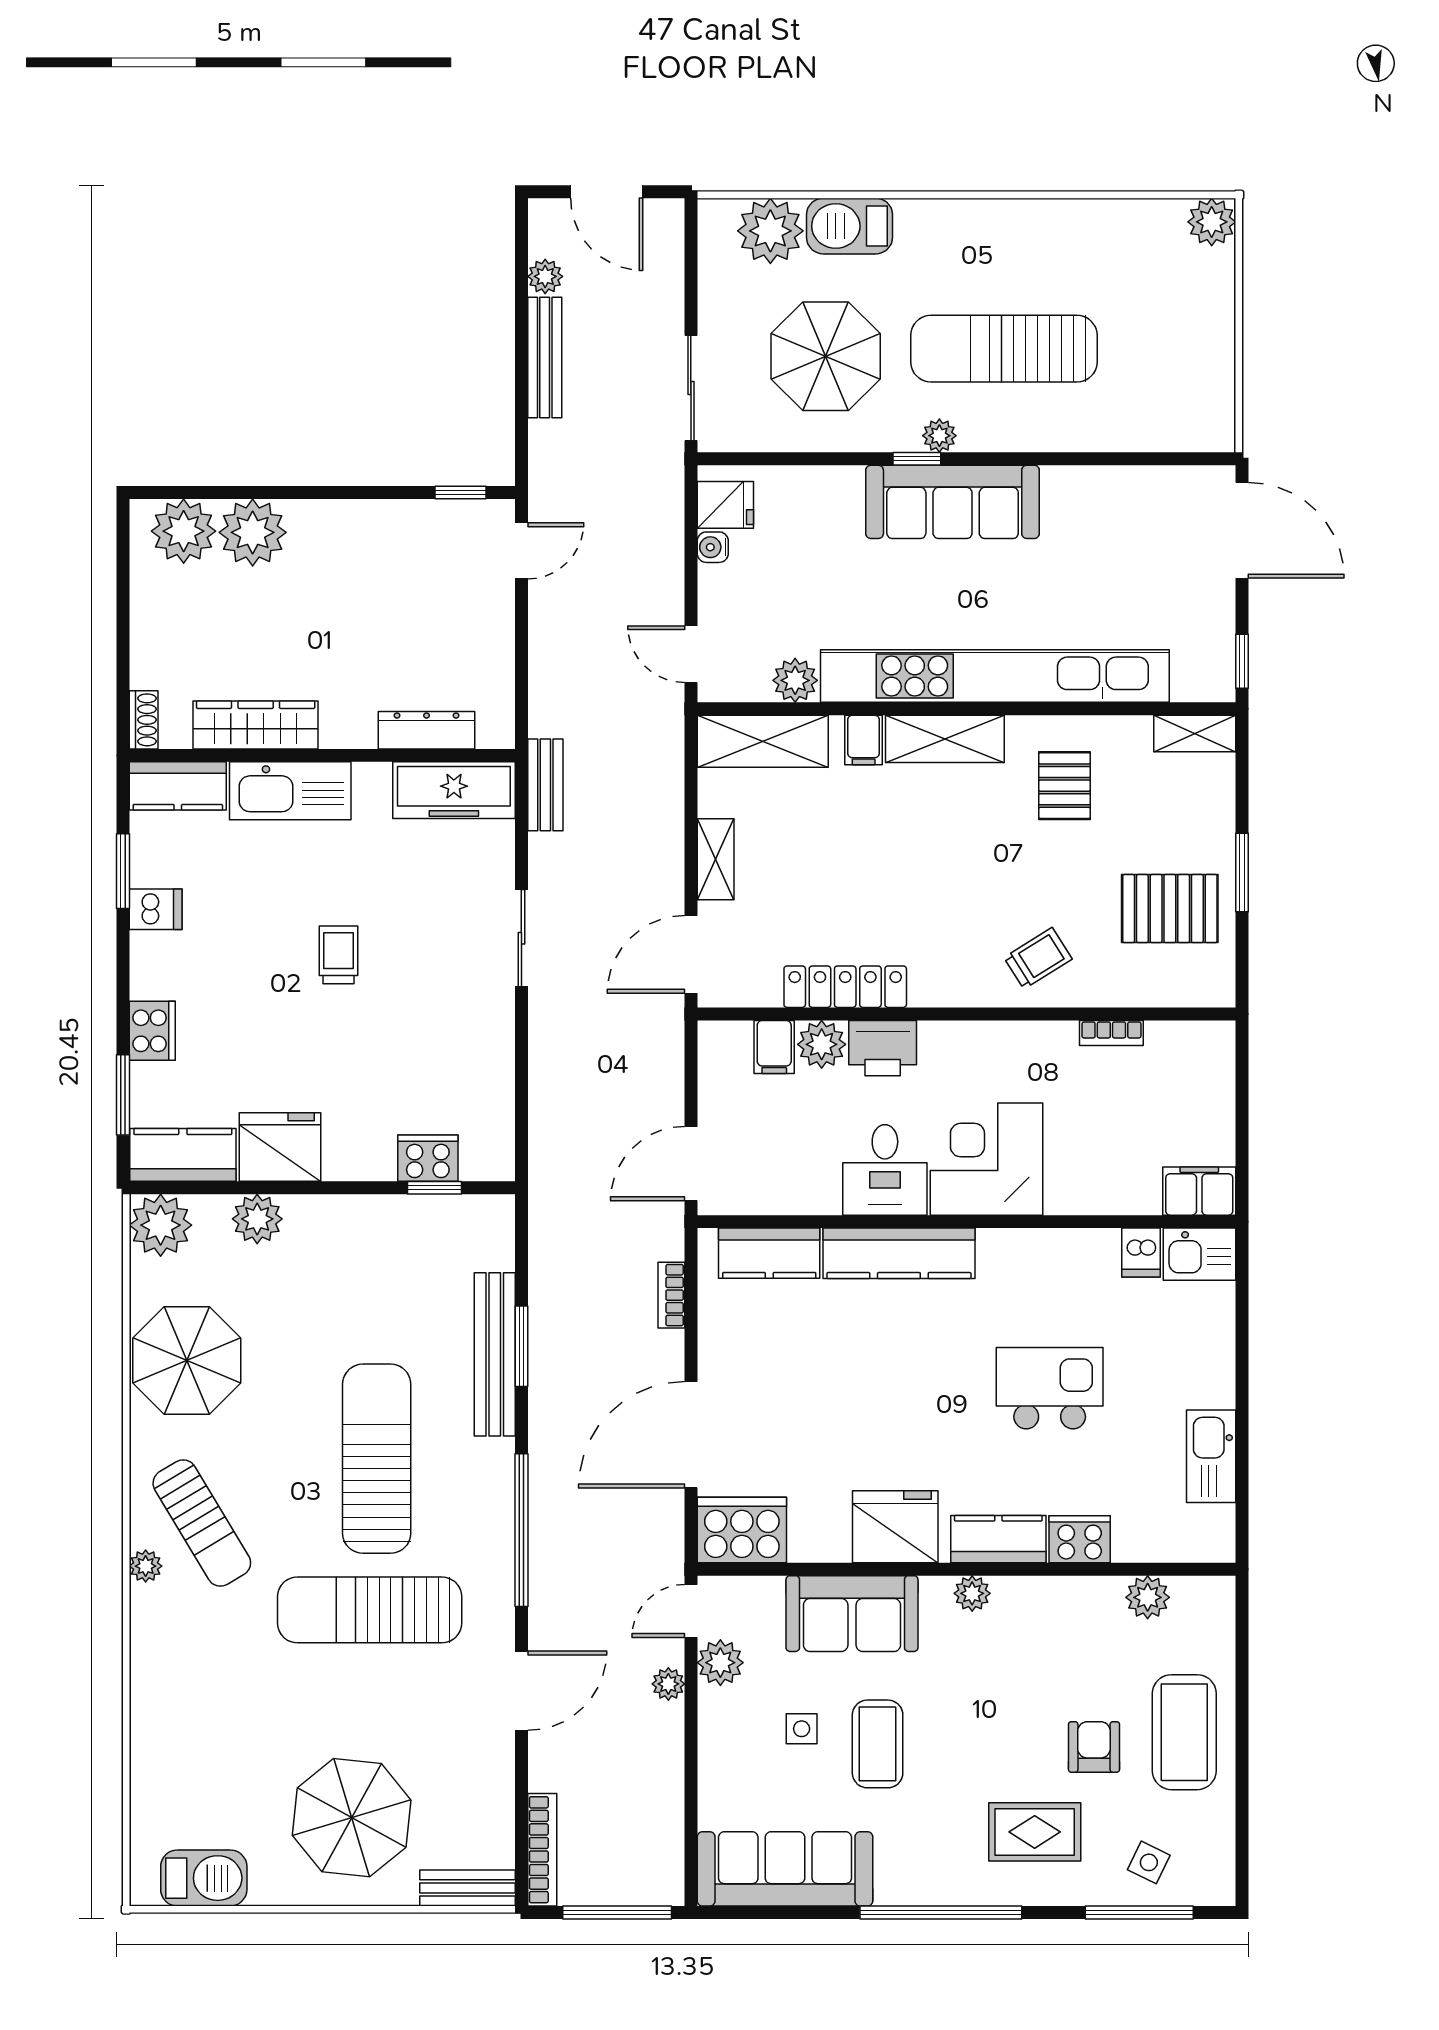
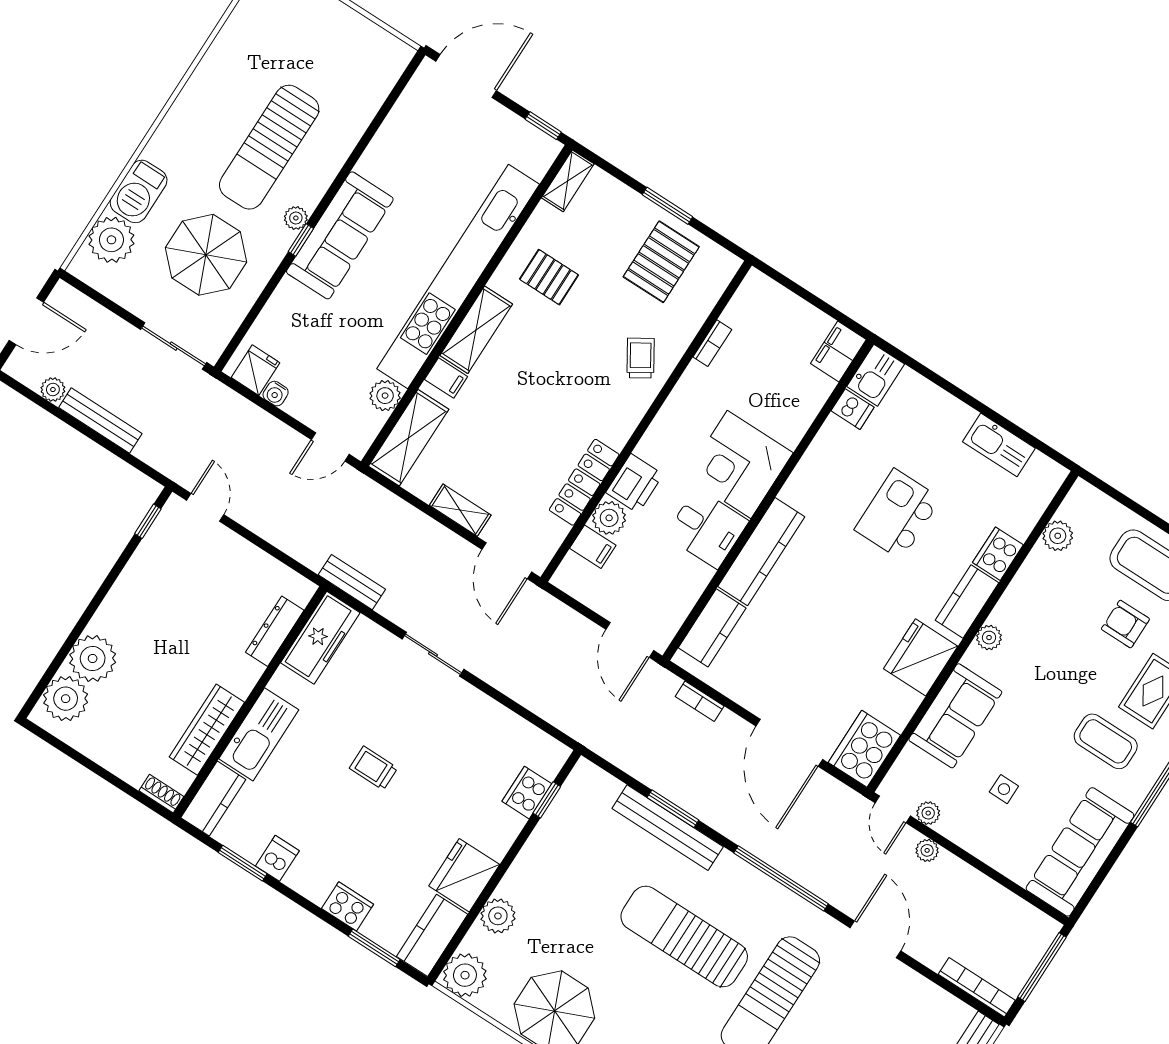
plant: (720, 1663) -> (928, 813), width x0.73, depth x0.73
coffee table: (878, 1744) -> (1106, 741), moved

